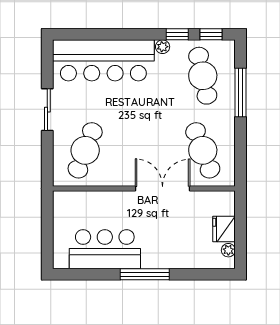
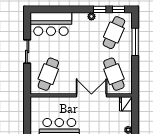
bar counter: (103, 60) -> (51, 24), width x0.73
cafe table: (203, 76) -> (114, 33), turned 36
fridge: (224, 229) -> (126, 104), moved

